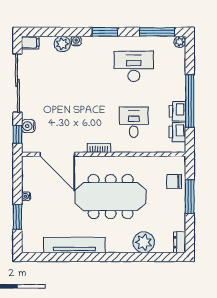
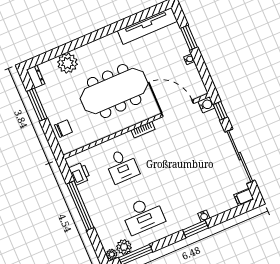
window: (105, 32) -> (196, 229), moved
plant: (62, 44) -> (124, 247), moved
printer: (177, 111) -> (87, 192), removed
water cooler: (28, 126) -> (206, 105), moved
window: (190, 197) -> (37, 105), moved
tv unit: (74, 245) -> (147, 26), moved

